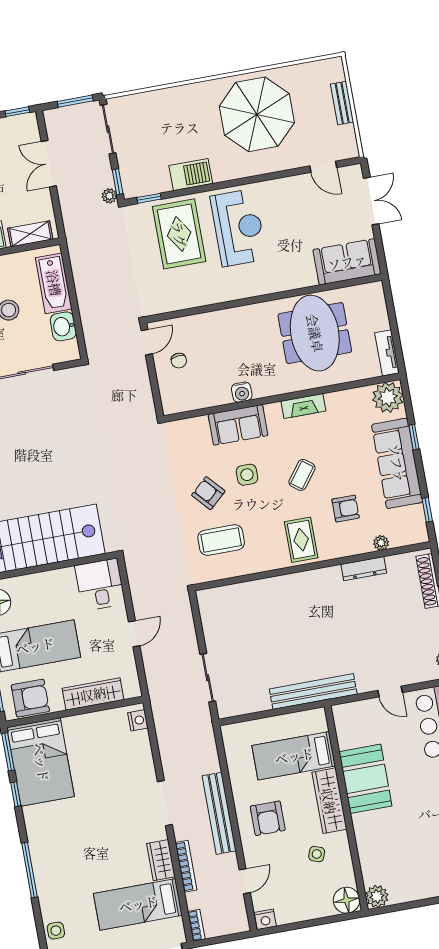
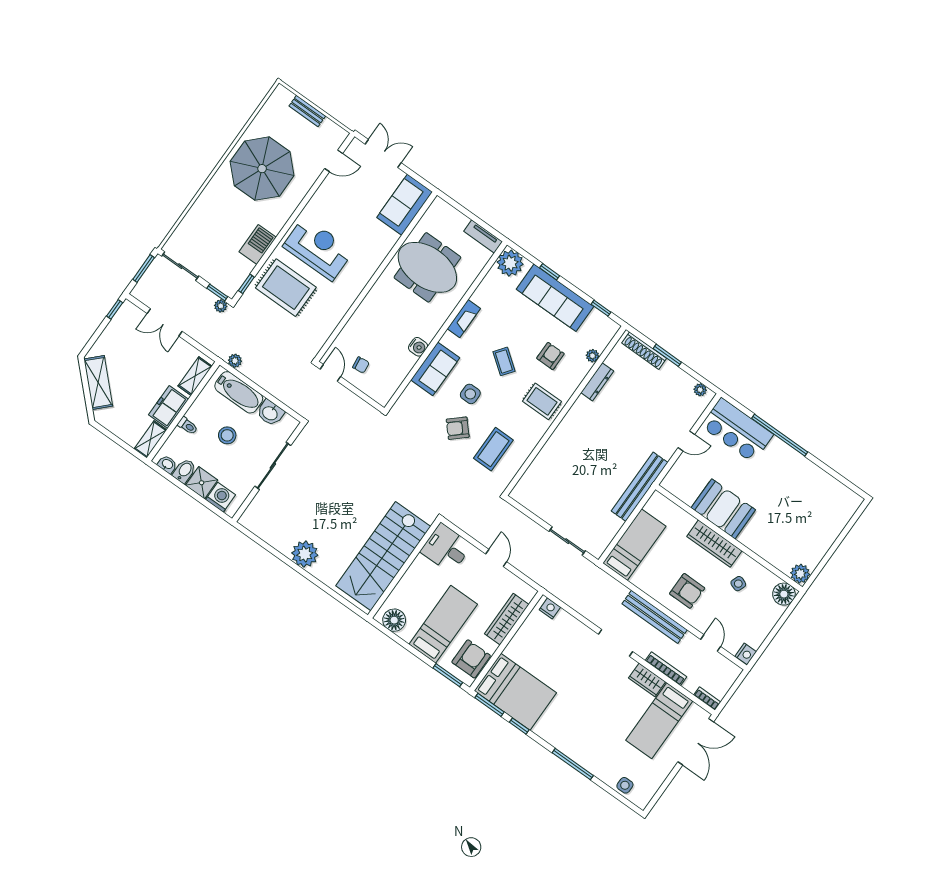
plant: (76, 254) -> (235, 361), added
bed: (294, 756) -> (634, 545), moved, turned 180

